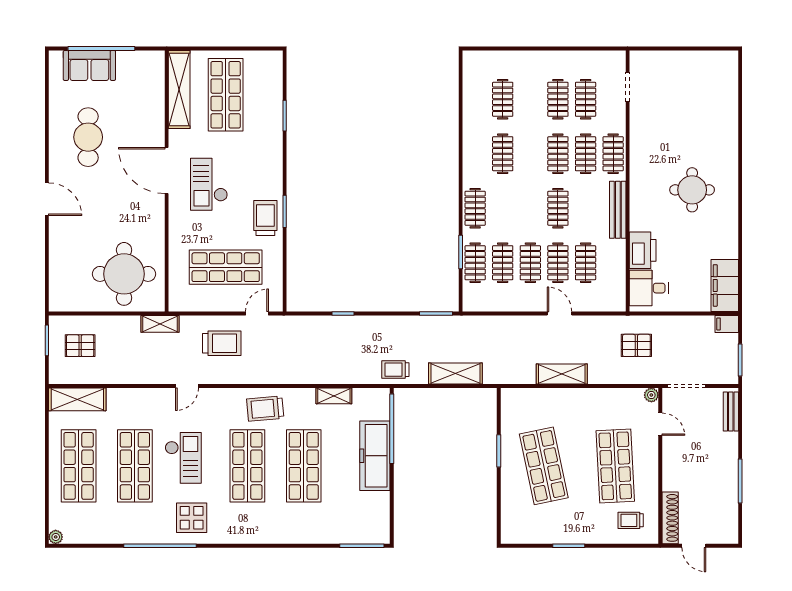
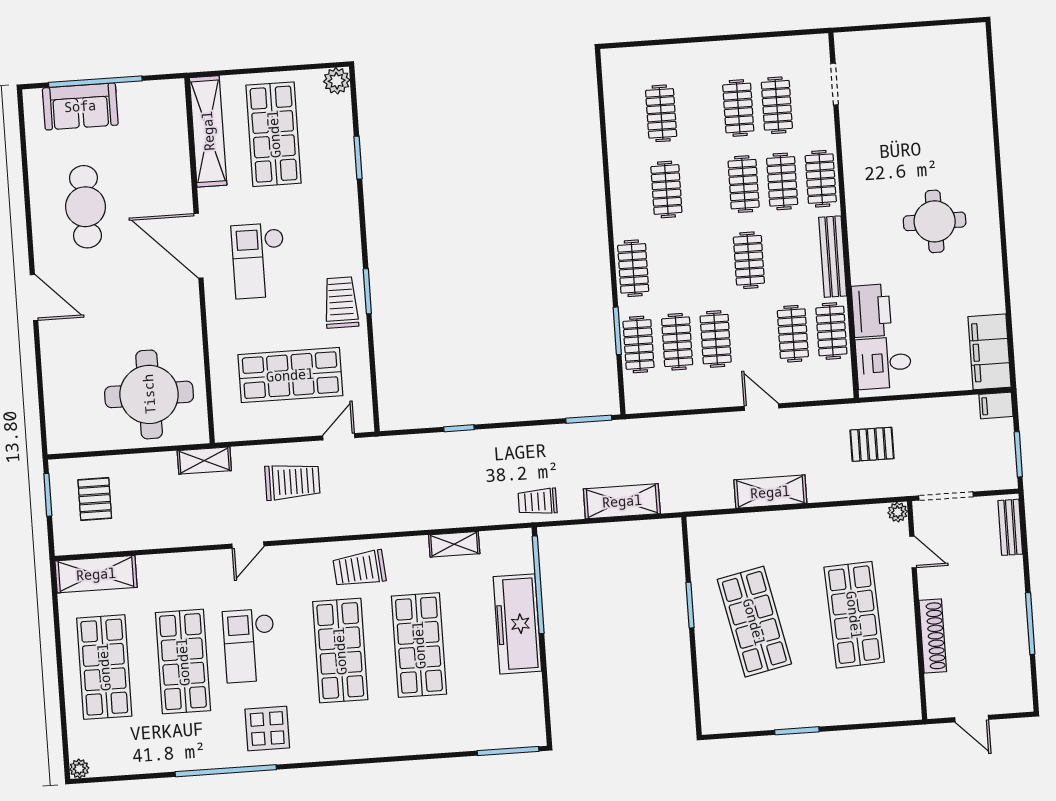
plant: (273, 60) -> (337, 81), added
clothes rail: (558, 263) -> (831, 331), moved
pallet: (80, 346) -> (95, 499), turned 90
checkout: (183, 458) -> (250, 646), turned 180
shoe rack: (670, 518) -> (933, 636), moved
trolley: (631, 520) -> (881, 689), removed

